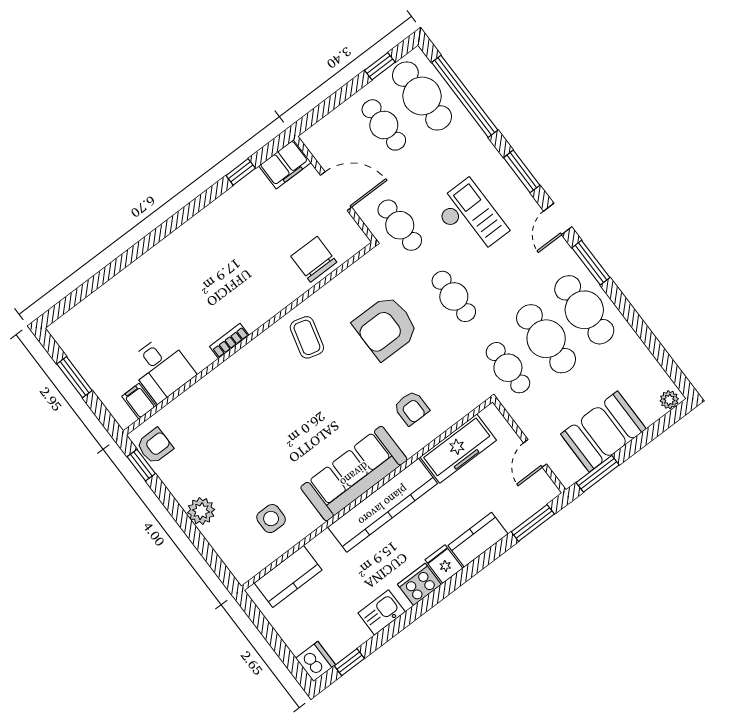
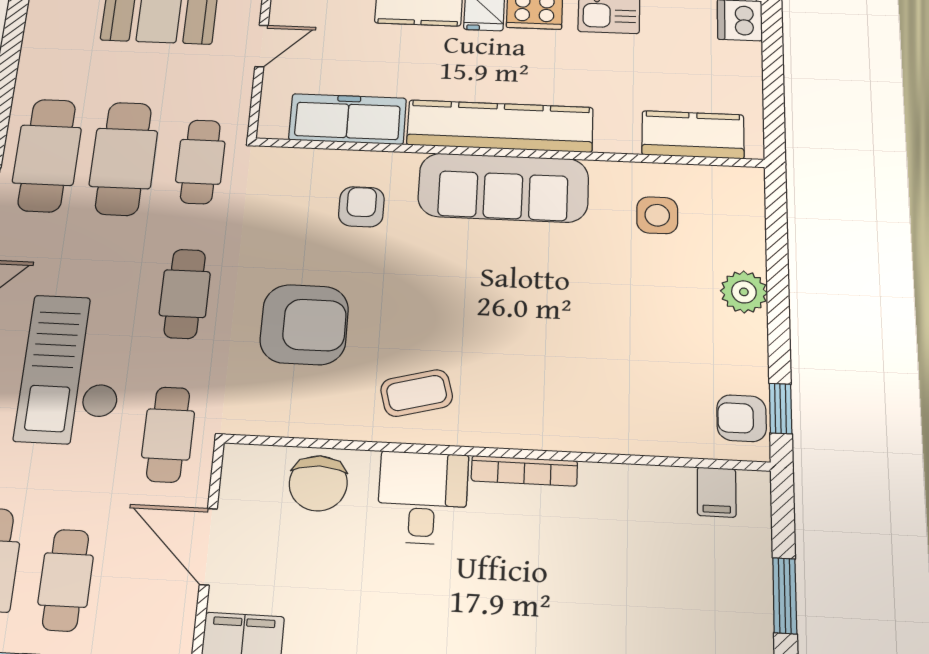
checkout: (471, 218) -> (73, 370), width x1.36, depth x1.21
coffee table: (307, 337) -> (417, 393), turned 60
bookcase: (229, 341) -> (524, 471), width x1.56
desk: (161, 368) -> (423, 498), moved

